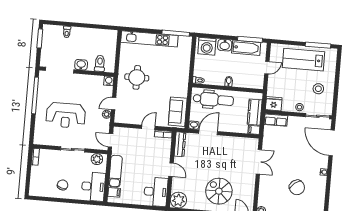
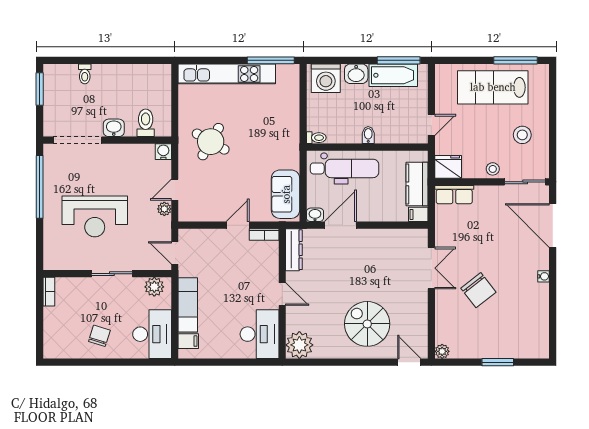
door: (267, 68) -> (431, 125), moved
round table: (137, 77) -> (211, 142), turned 30
chair: (297, 187) -> (478, 290), moved

